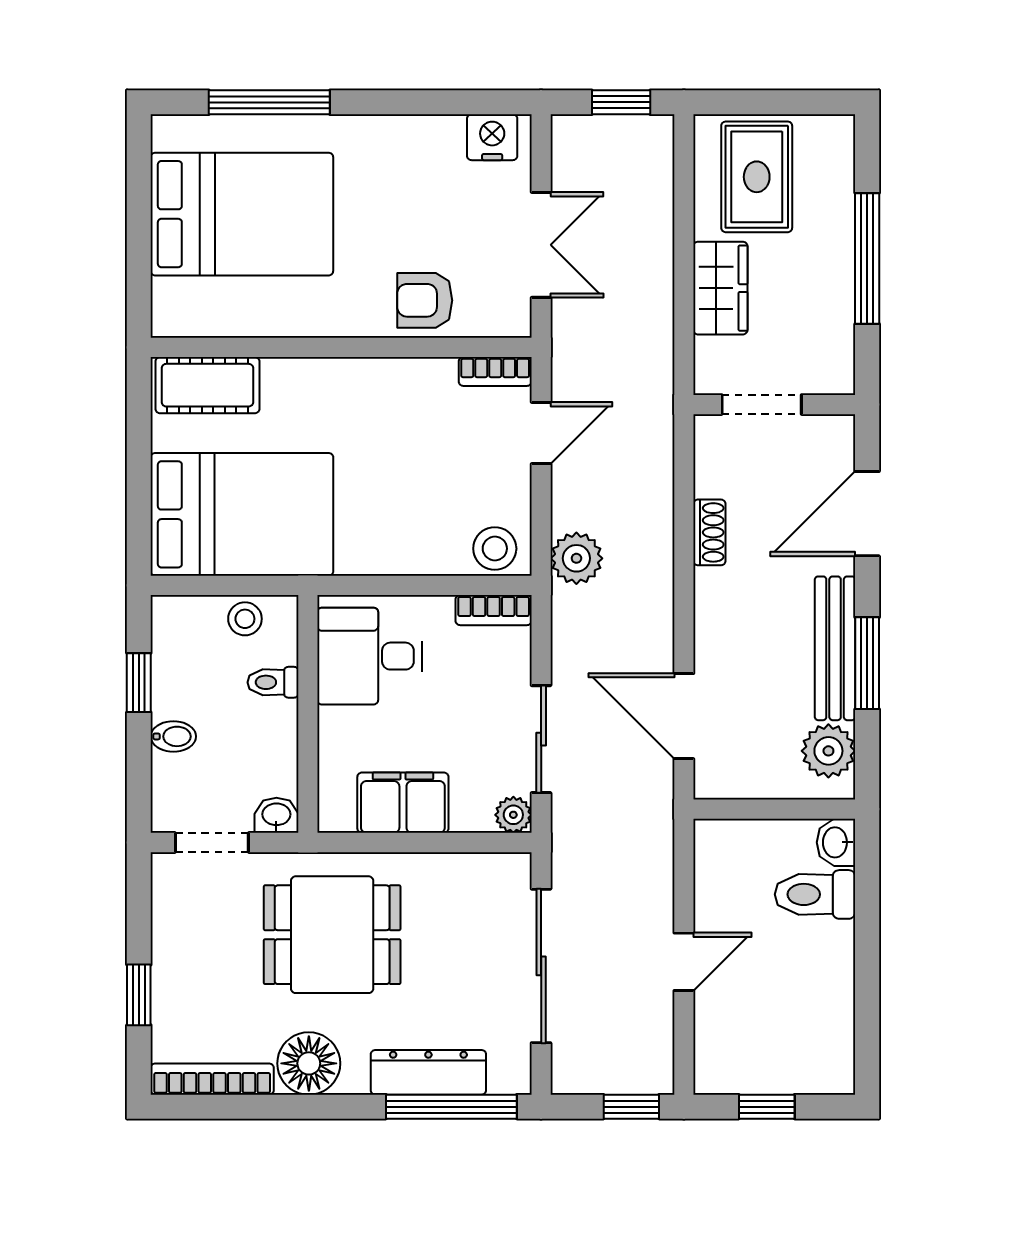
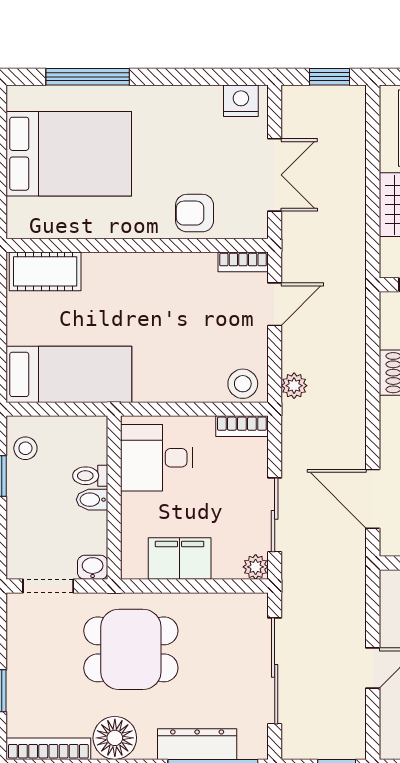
bed: (242, 514) -> (69, 374), width x0.67
plant: (576, 558) -> (294, 386), width x0.73, depth x0.73
stool: (245, 619) -> (25, 448), moved
bidet: (173, 736) -> (92, 500), moved, turned 180

